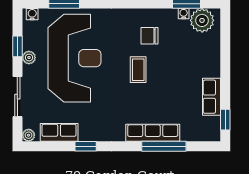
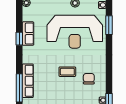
row of seats: (59, 132) -> (28, 34), moved

